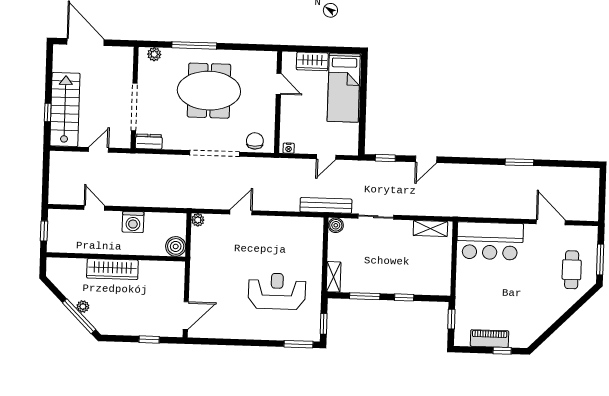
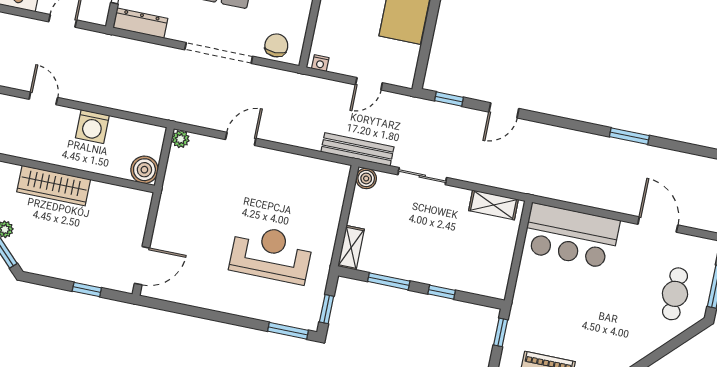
dresser: (149, 142) -> (140, 23), width x1.44

